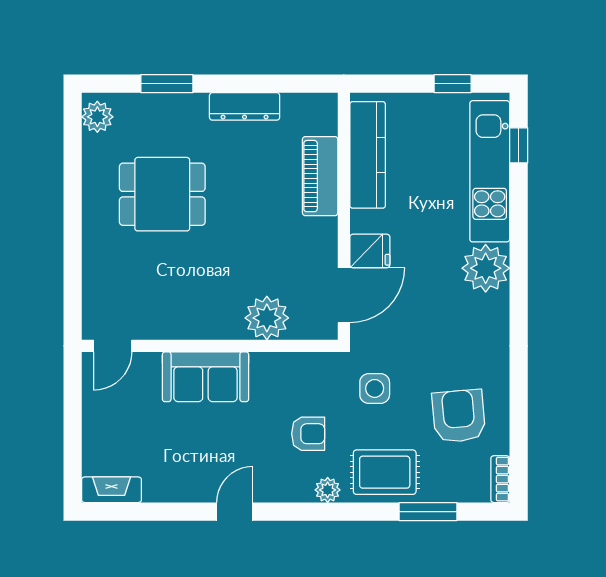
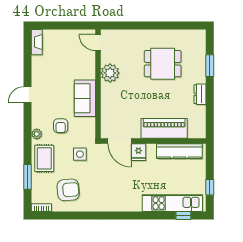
dresser: (245, 106) -> (200, 94), width x0.70
plant: (97, 117) -> (196, 36), removed
piano: (320, 176) -> (164, 128), width x1.37, depth x1.33
dining table: (162, 194) -> (163, 64), turned 90
plant: (486, 268) -> (131, 201), removed
plant: (267, 318) -> (110, 73), moved
sofa: (205, 377) -> (85, 98), moved
door: (235, 512) -> (27, 95), swing flipped

